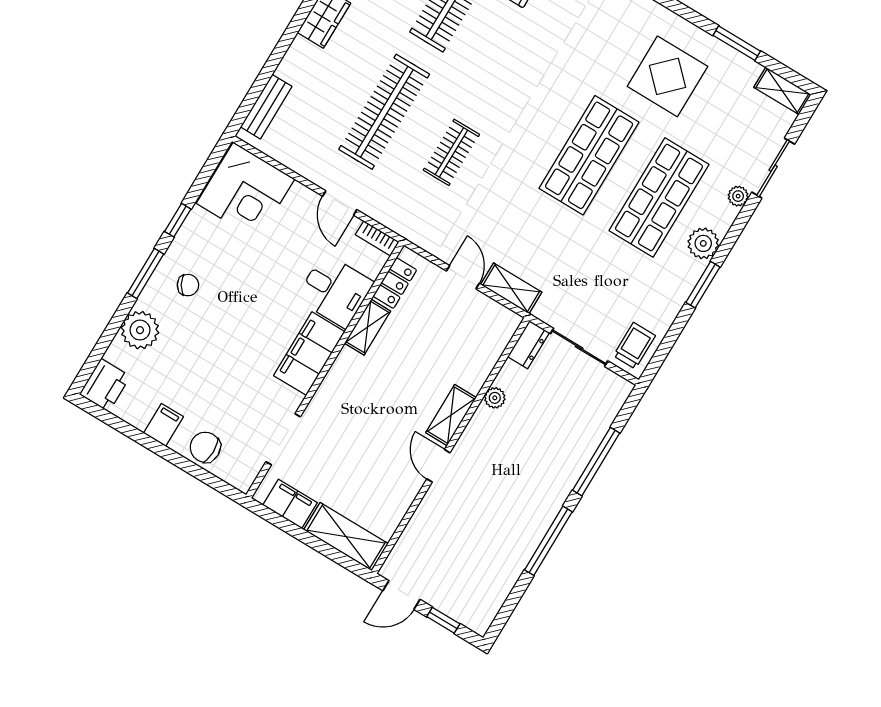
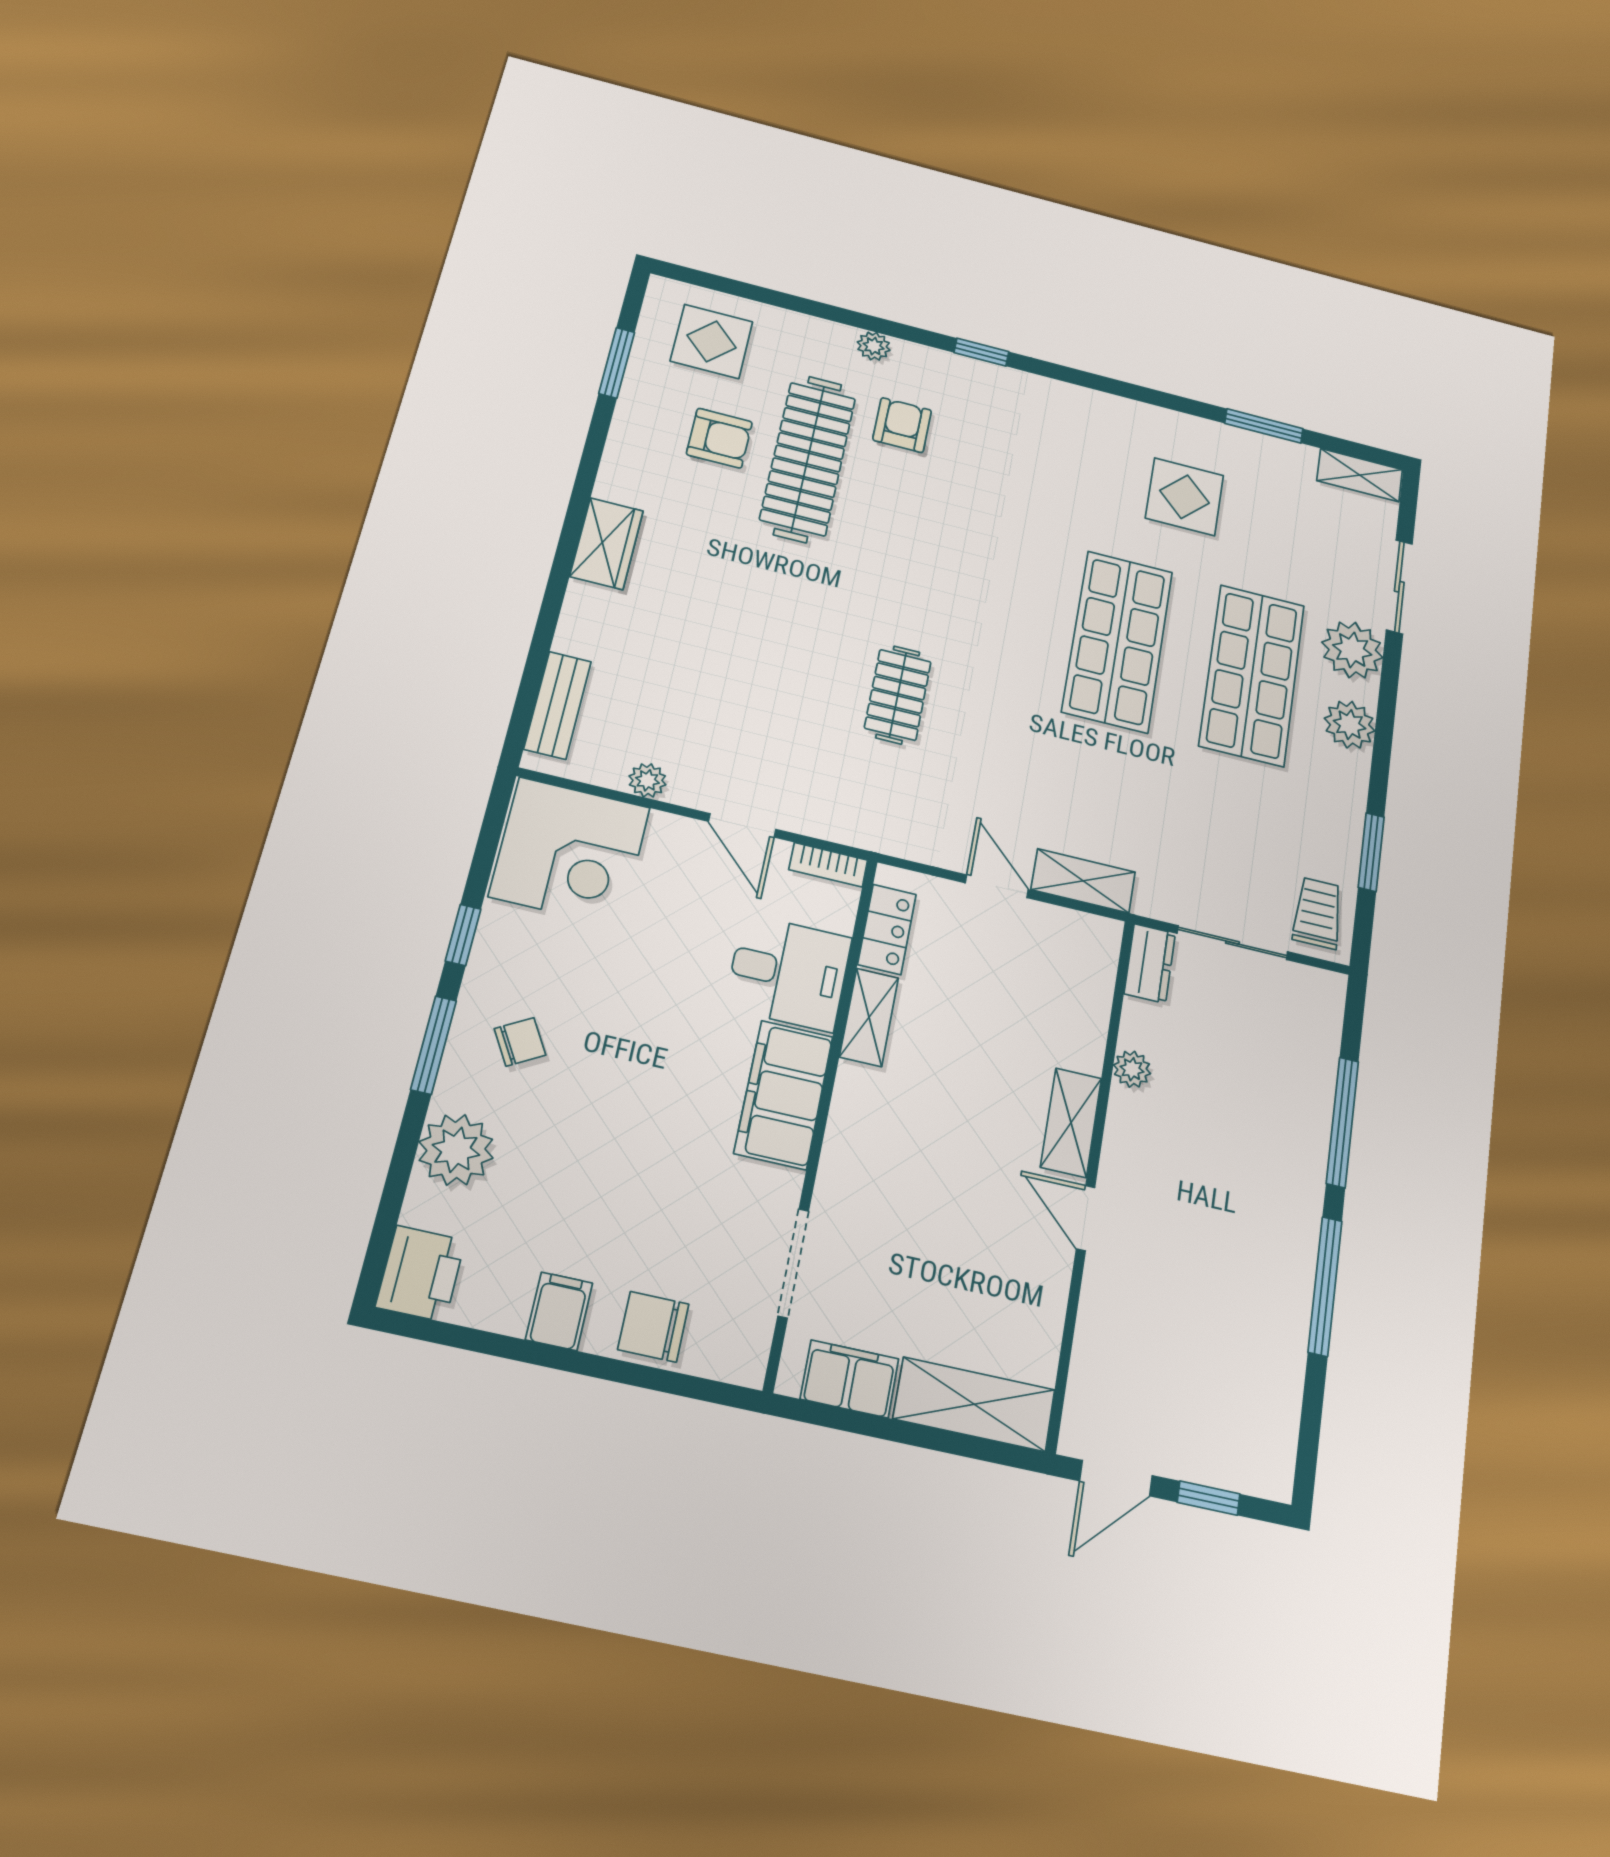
display table: (667, 76) -> (1185, 497), width x0.73, depth x0.73
clothes rail: (384, 112) -> (762, 661), removed
plant: (299, 163) -> (647, 780), added
plant: (738, 196) -> (1352, 650), width x1.87, depth x1.87
window: (703, 285) -> (1371, 852), moved

